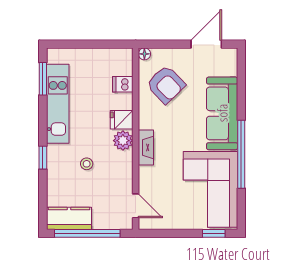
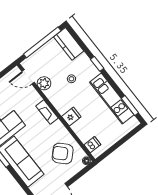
dishwasher: (123, 84) -> (92, 145), moved
plant: (123, 141) -> (44, 83), moved
kitchen counter: (69, 218) -> (69, 44), moved, turned 90

